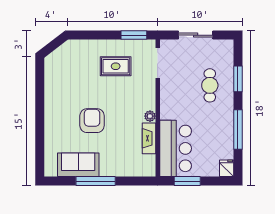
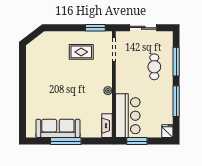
window: (238, 79) -> (176, 62), width x1.44
armchair: (92, 121) -> (63, 94), removed
fireplace: (149, 138) -> (107, 126), moved
sofa: (78, 165) -> (58, 128), width x1.36

